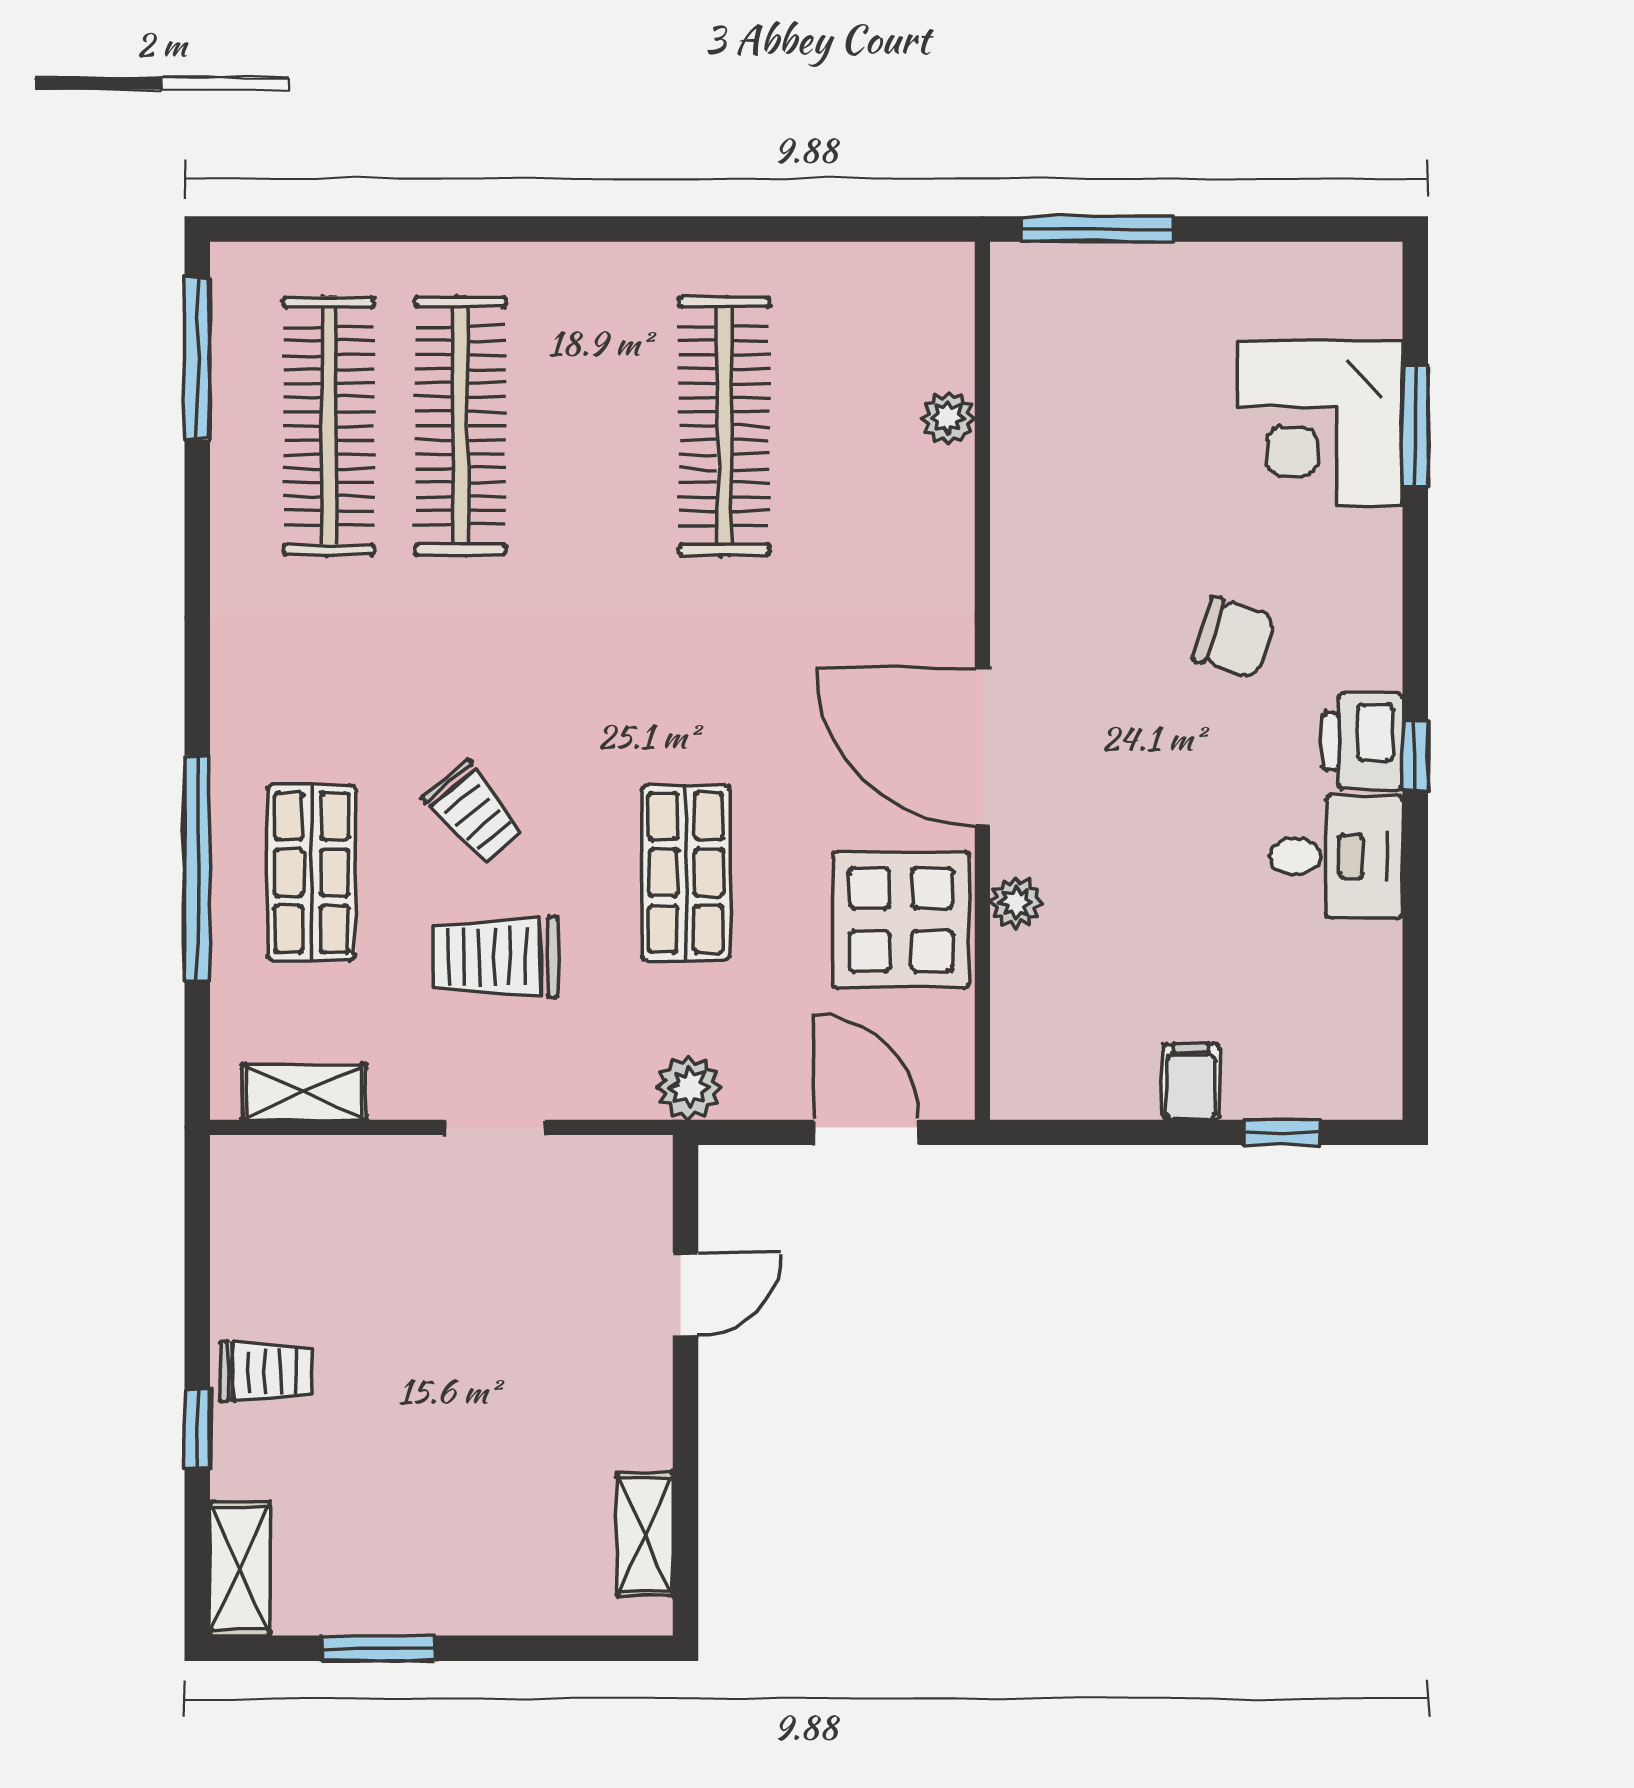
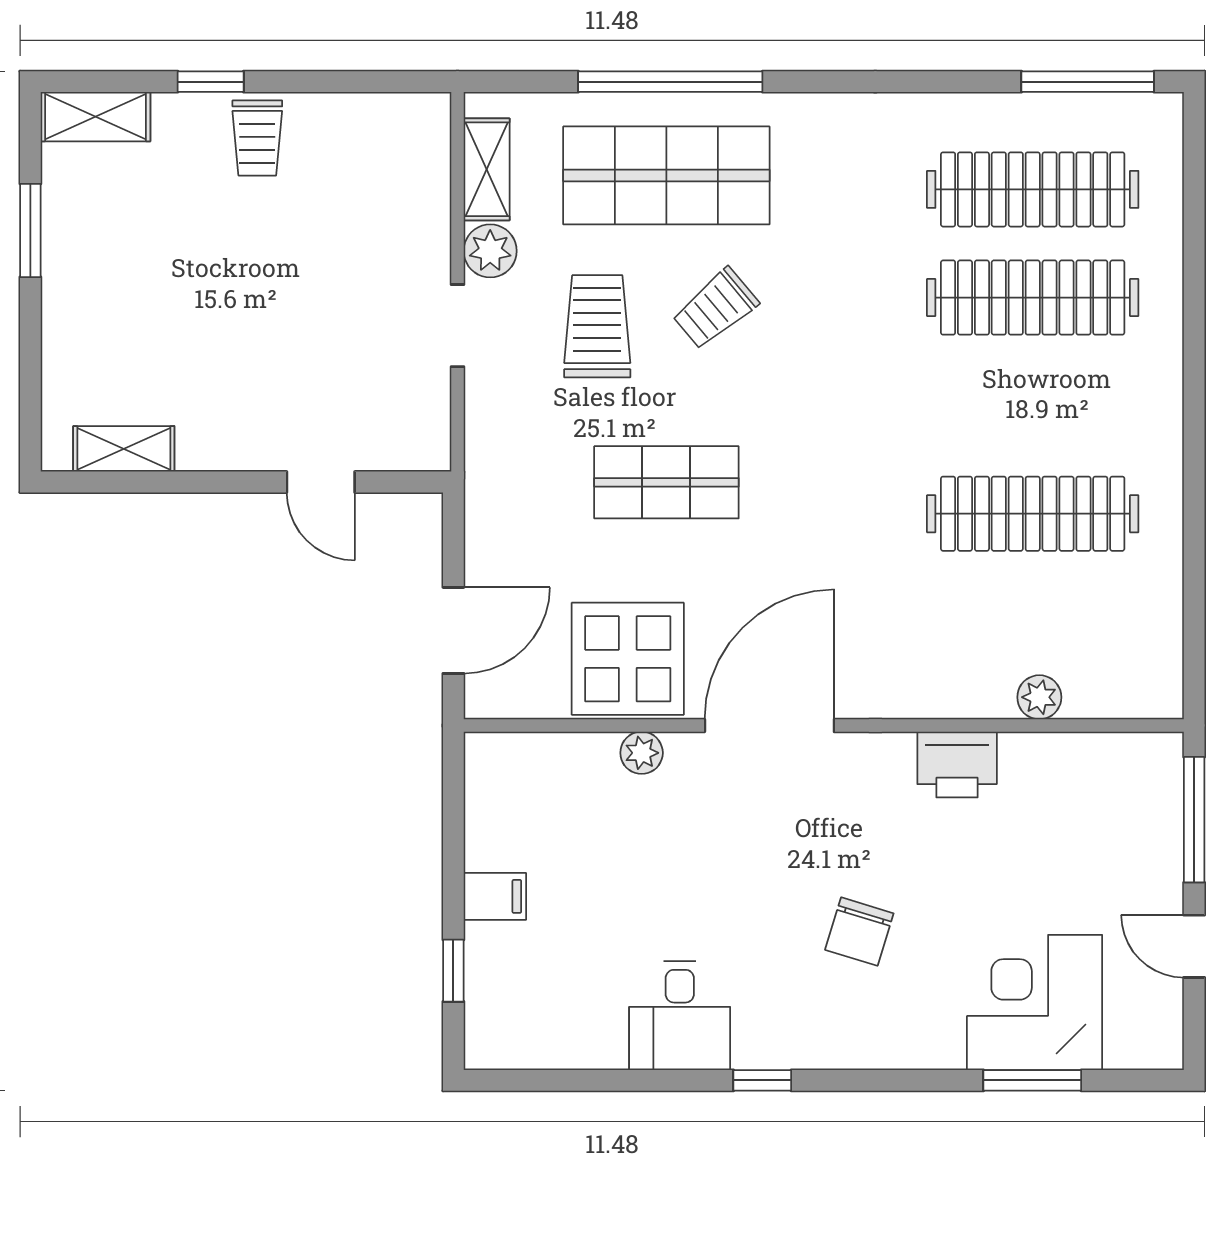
door: (1252, 229) -> (1194, 946), added
printer: (1363, 741) -> (957, 765), moved, turned 180
shop shelf: (312, 873) -> (666, 175), width x1.43, depth x1.36
plant: (689, 1087) -> (490, 251), moved

